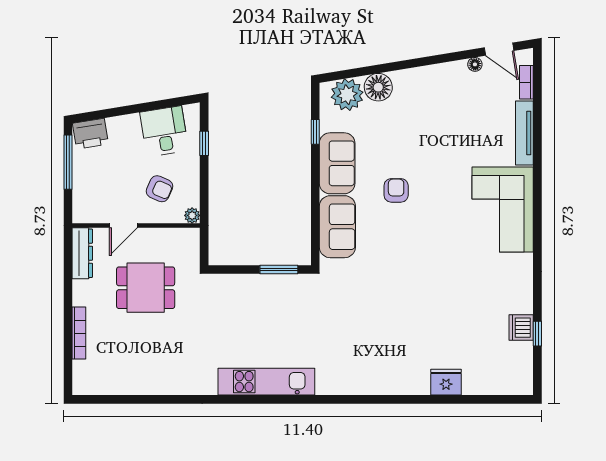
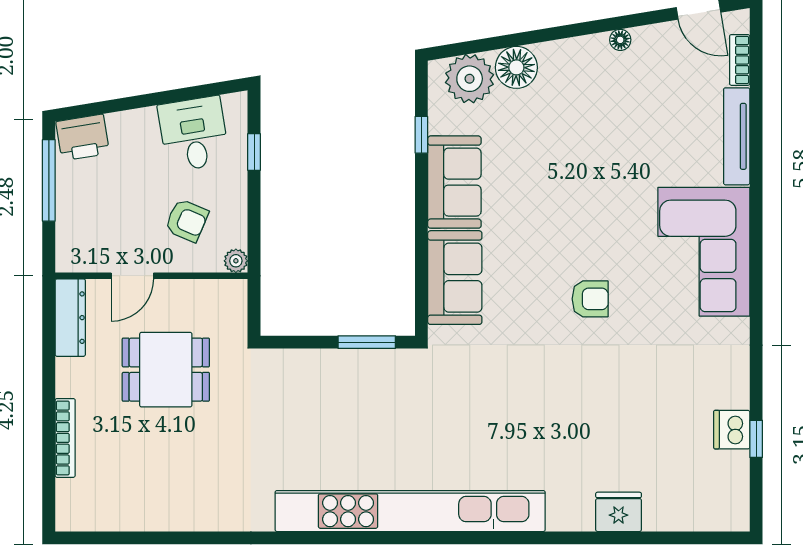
floor lamp: (475, 64) -> (620, 40), moved
armchair: (396, 190) -> (590, 299), moved, turned 90
kitchen unit: (266, 382) -> (410, 511), width x1.86

